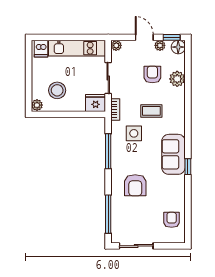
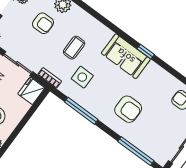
armchair: (152, 74) -> (43, 23), turned 180

